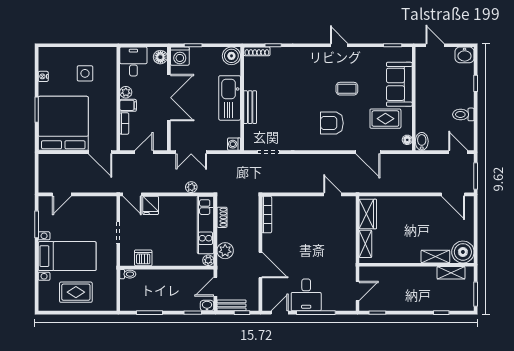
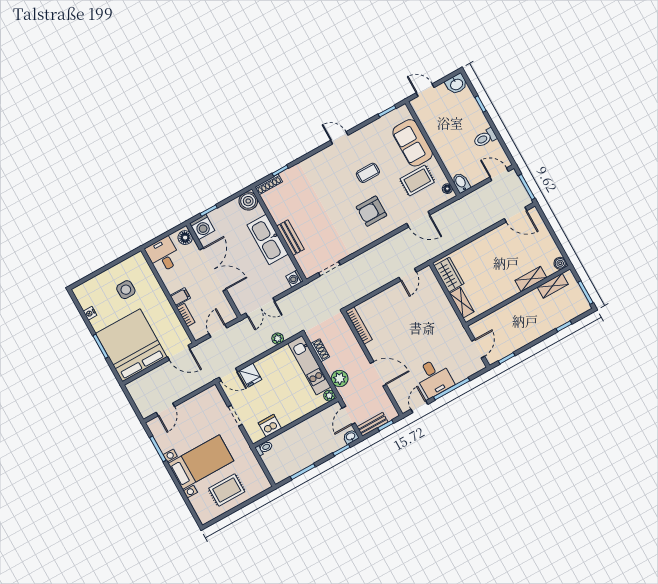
plant: (126, 92) -> (172, 286), removed
door: (332, 194) -> (408, 275), swing flipped
boiler: (463, 252) -> (560, 263), width x0.54, depth x0.54

